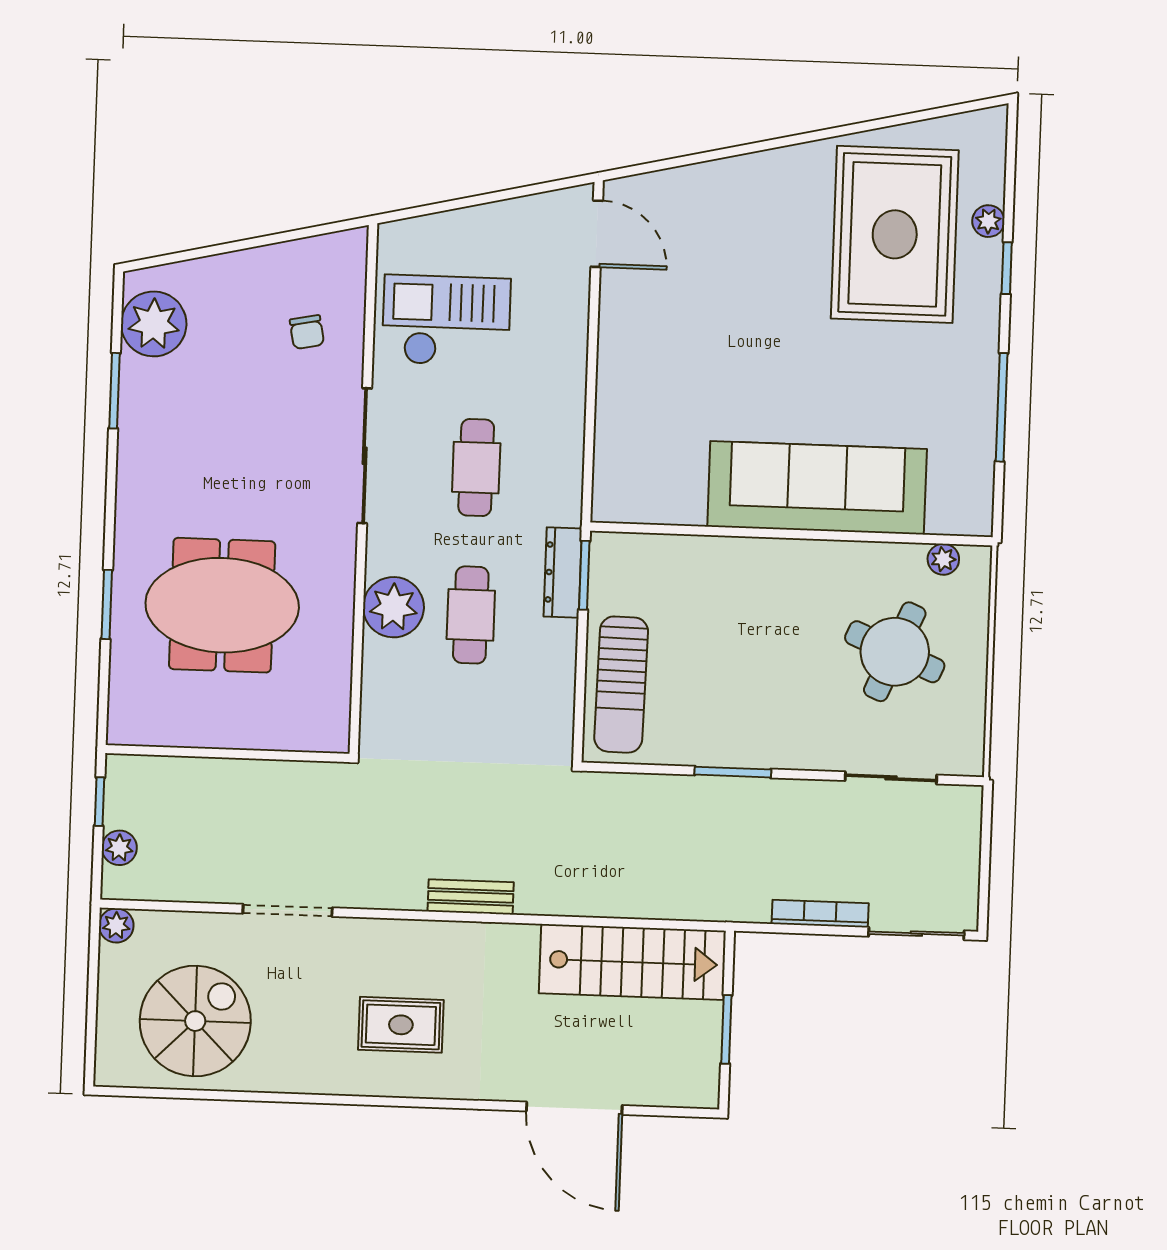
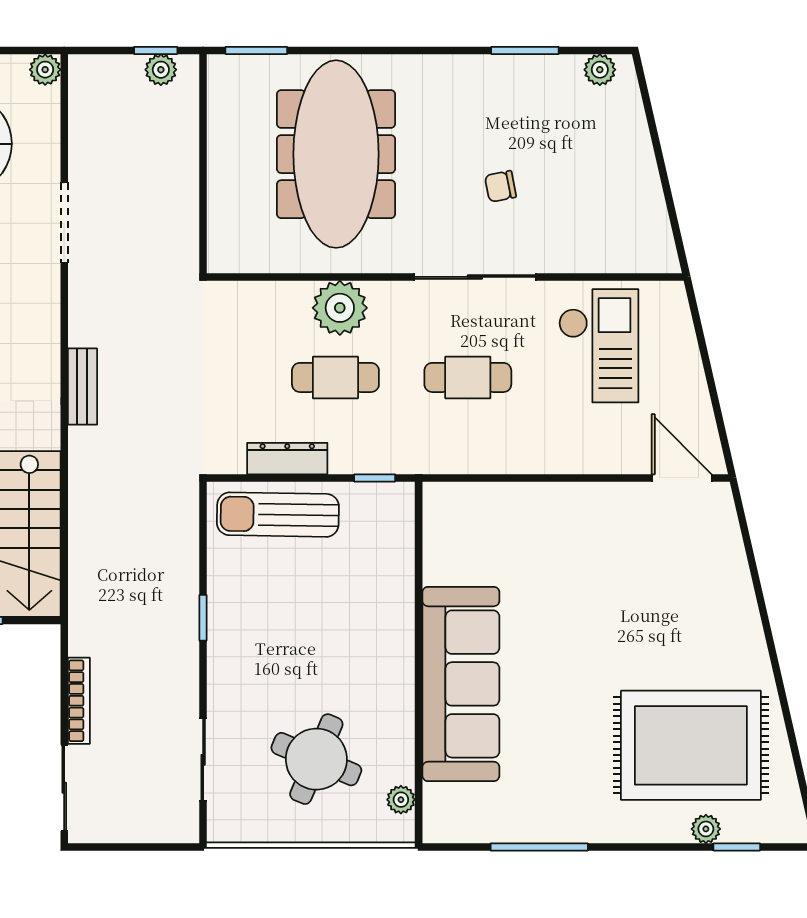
door: (597, 234) -> (682, 478), swing flipped
window: (1007, 268) -> (737, 847), moved
plant: (154, 324) -> (600, 70), width x0.53, depth x0.53
chair: (307, 332) -> (500, 186), moved
dresser: (563, 572) -> (287, 459), moved
window: (584, 575) -> (375, 478), width x0.67
window: (107, 604) -> (256, 50), moved
meeting table: (222, 605) -> (336, 154), width x1.36
window: (733, 772) -> (203, 618), width x0.67
plant: (119, 848) -> (161, 70), moved

